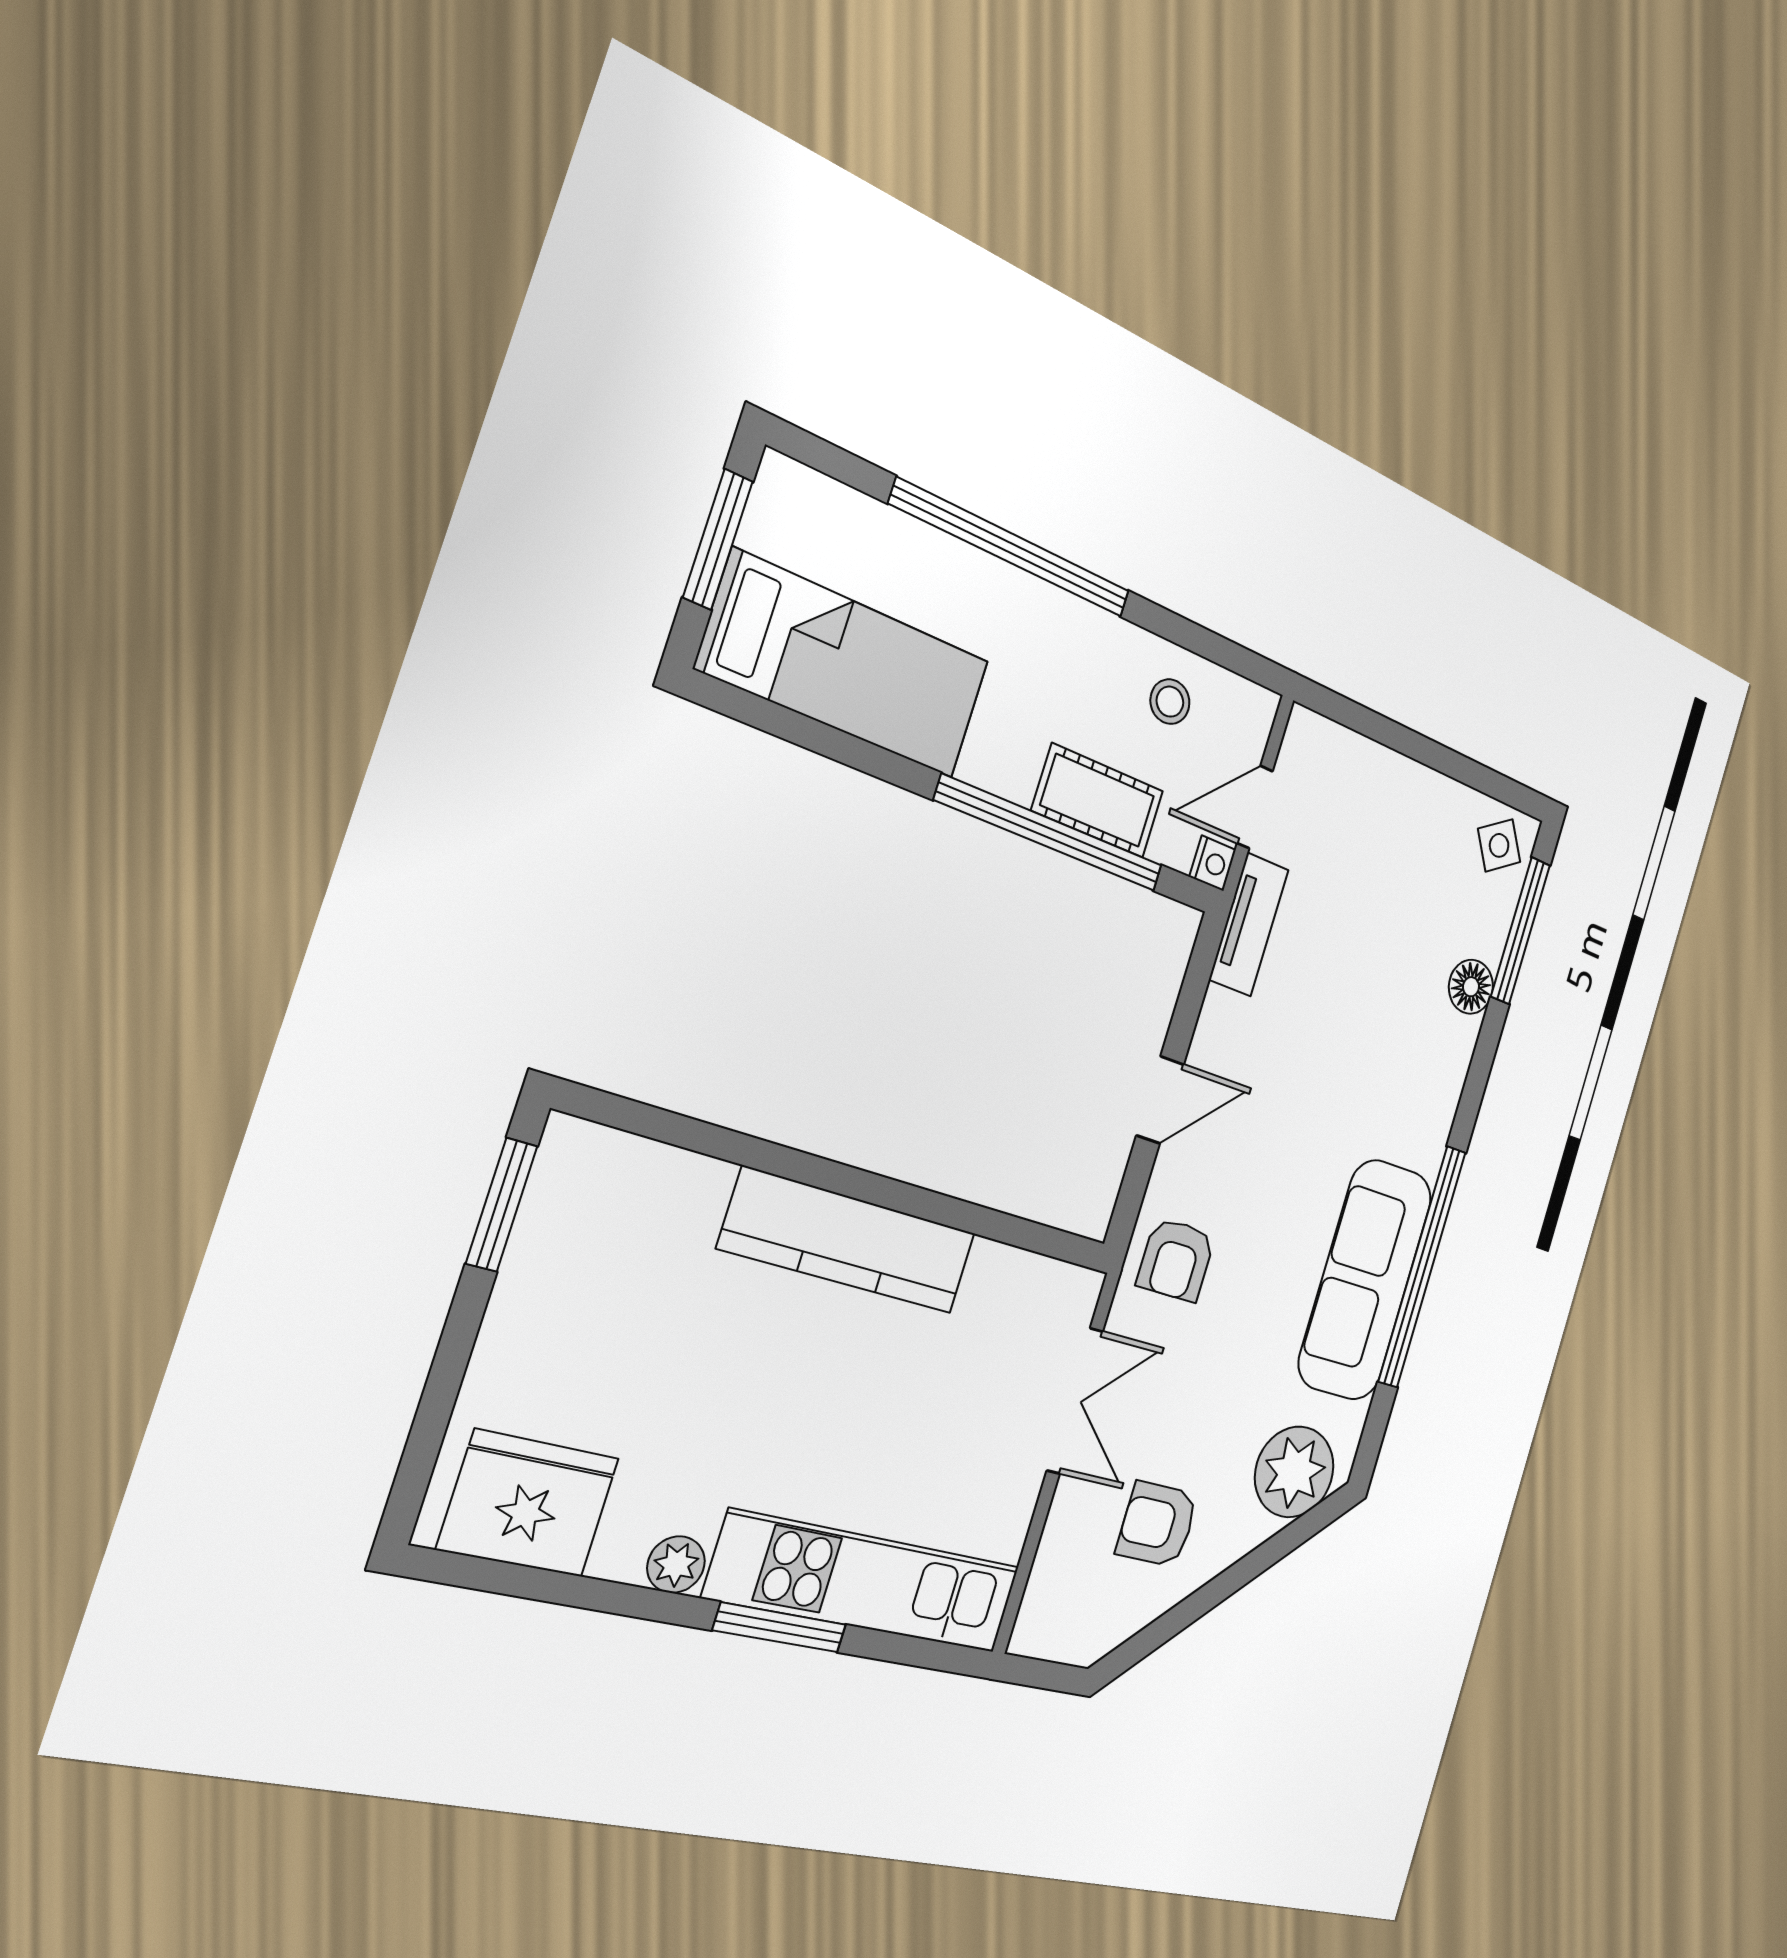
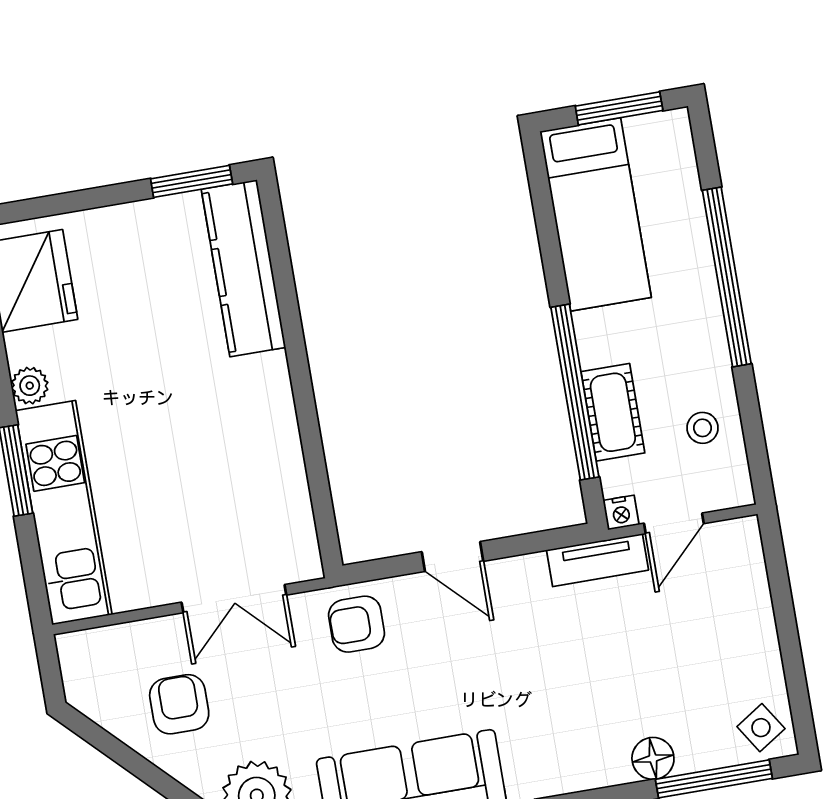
door: (1255, 807) -> (674, 523), swing flipped
kitchen counter: (849, 1241) -> (243, 268), moved

